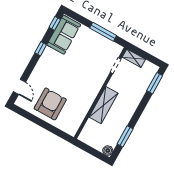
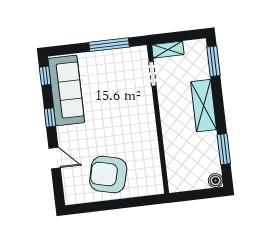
sofa: (64, 35) -> (66, 90), width x1.36
door: (19, 87) -> (55, 158), moved
armchair: (50, 104) -> (108, 175), turned -76
shelving: (104, 105) -> (204, 106), moved

